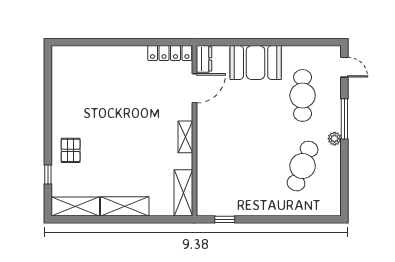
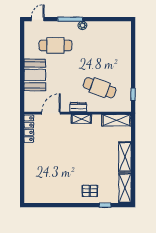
dresser: (204, 59) -> (78, 107), moved
door: (195, 88) -> (51, 113), hinge flipped
cafe table: (303, 166) -> (100, 88), moved

